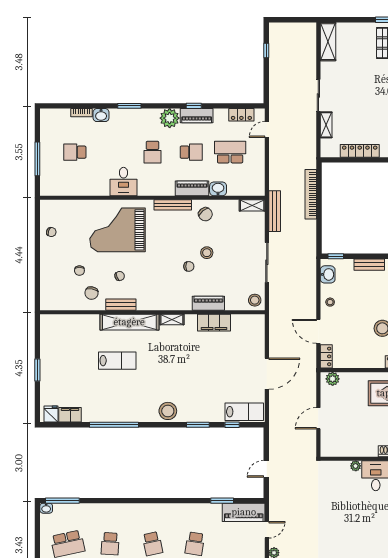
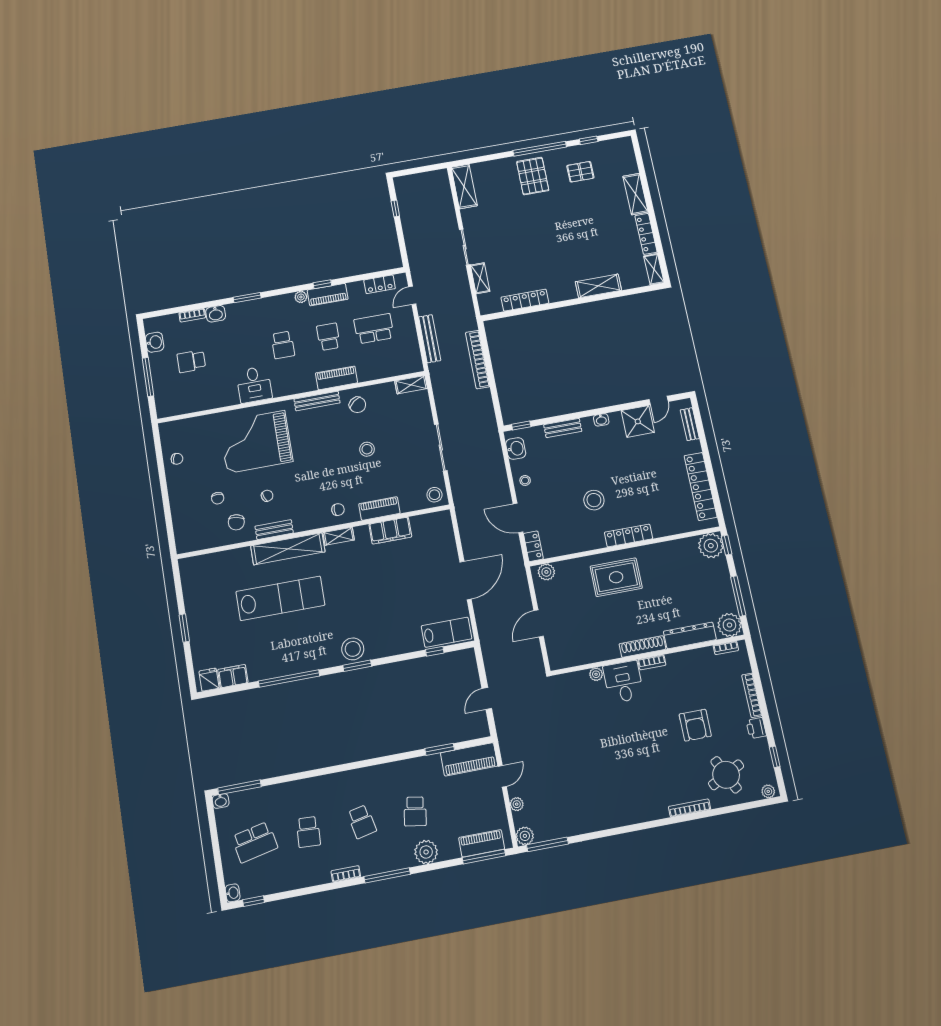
plant: (170, 118) -> (301, 297), width x0.53, depth x0.53
school desk: (191, 152) -> (328, 337), turned -90
washbasin: (218, 189) -> (155, 342), moved, turned 90
bench: (275, 211) -> (430, 339), moved
chair: (189, 266) -> (338, 510), moved
lab bench: (117, 361) -> (280, 598), width x1.86, depth x1.39
window: (198, 425) -> (357, 666), moved

